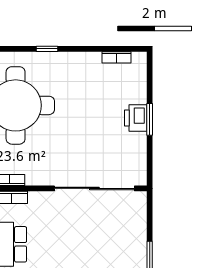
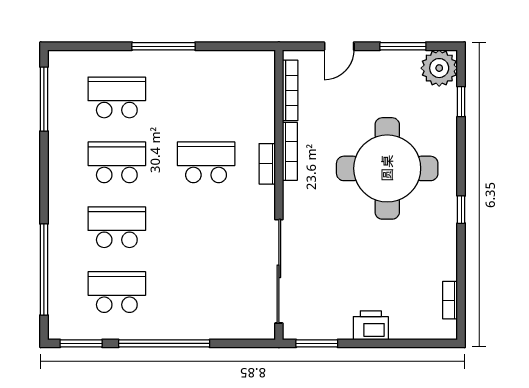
window: (150, 119) -> (317, 343), moved

